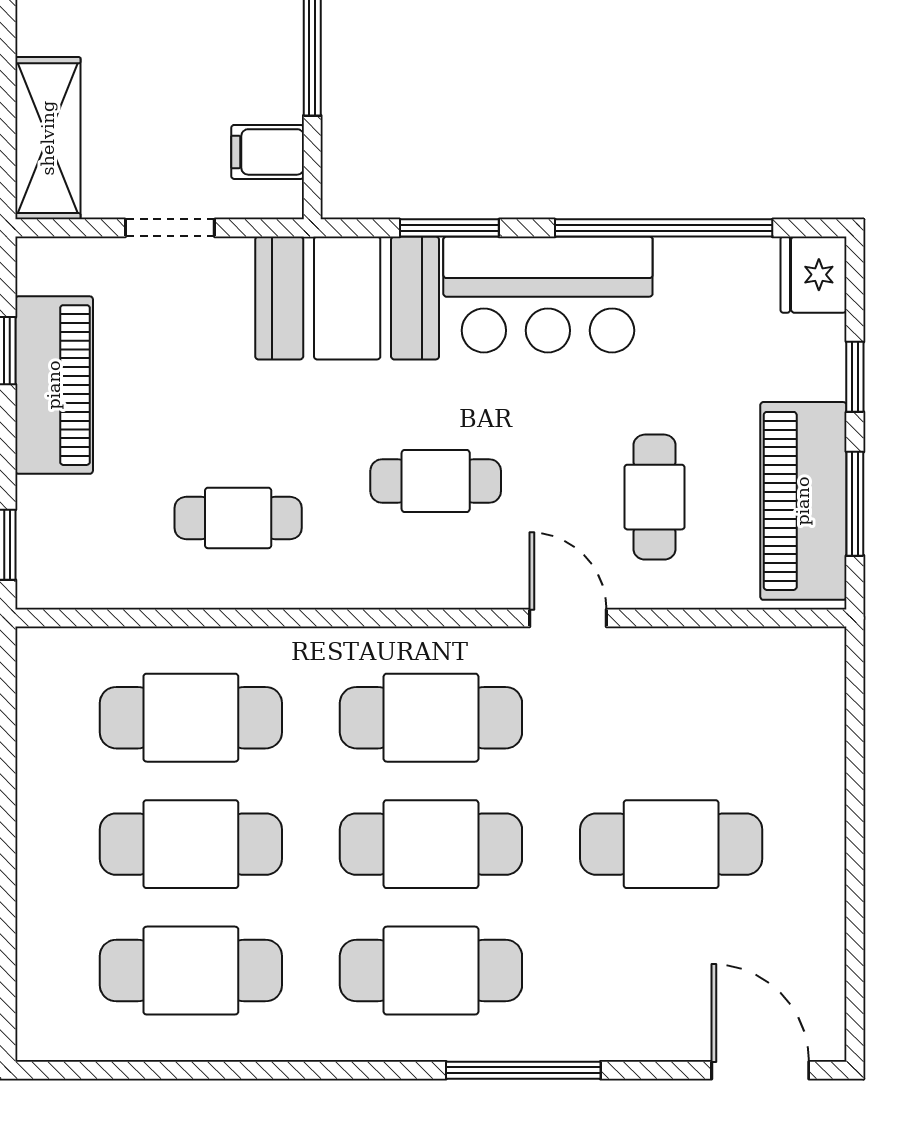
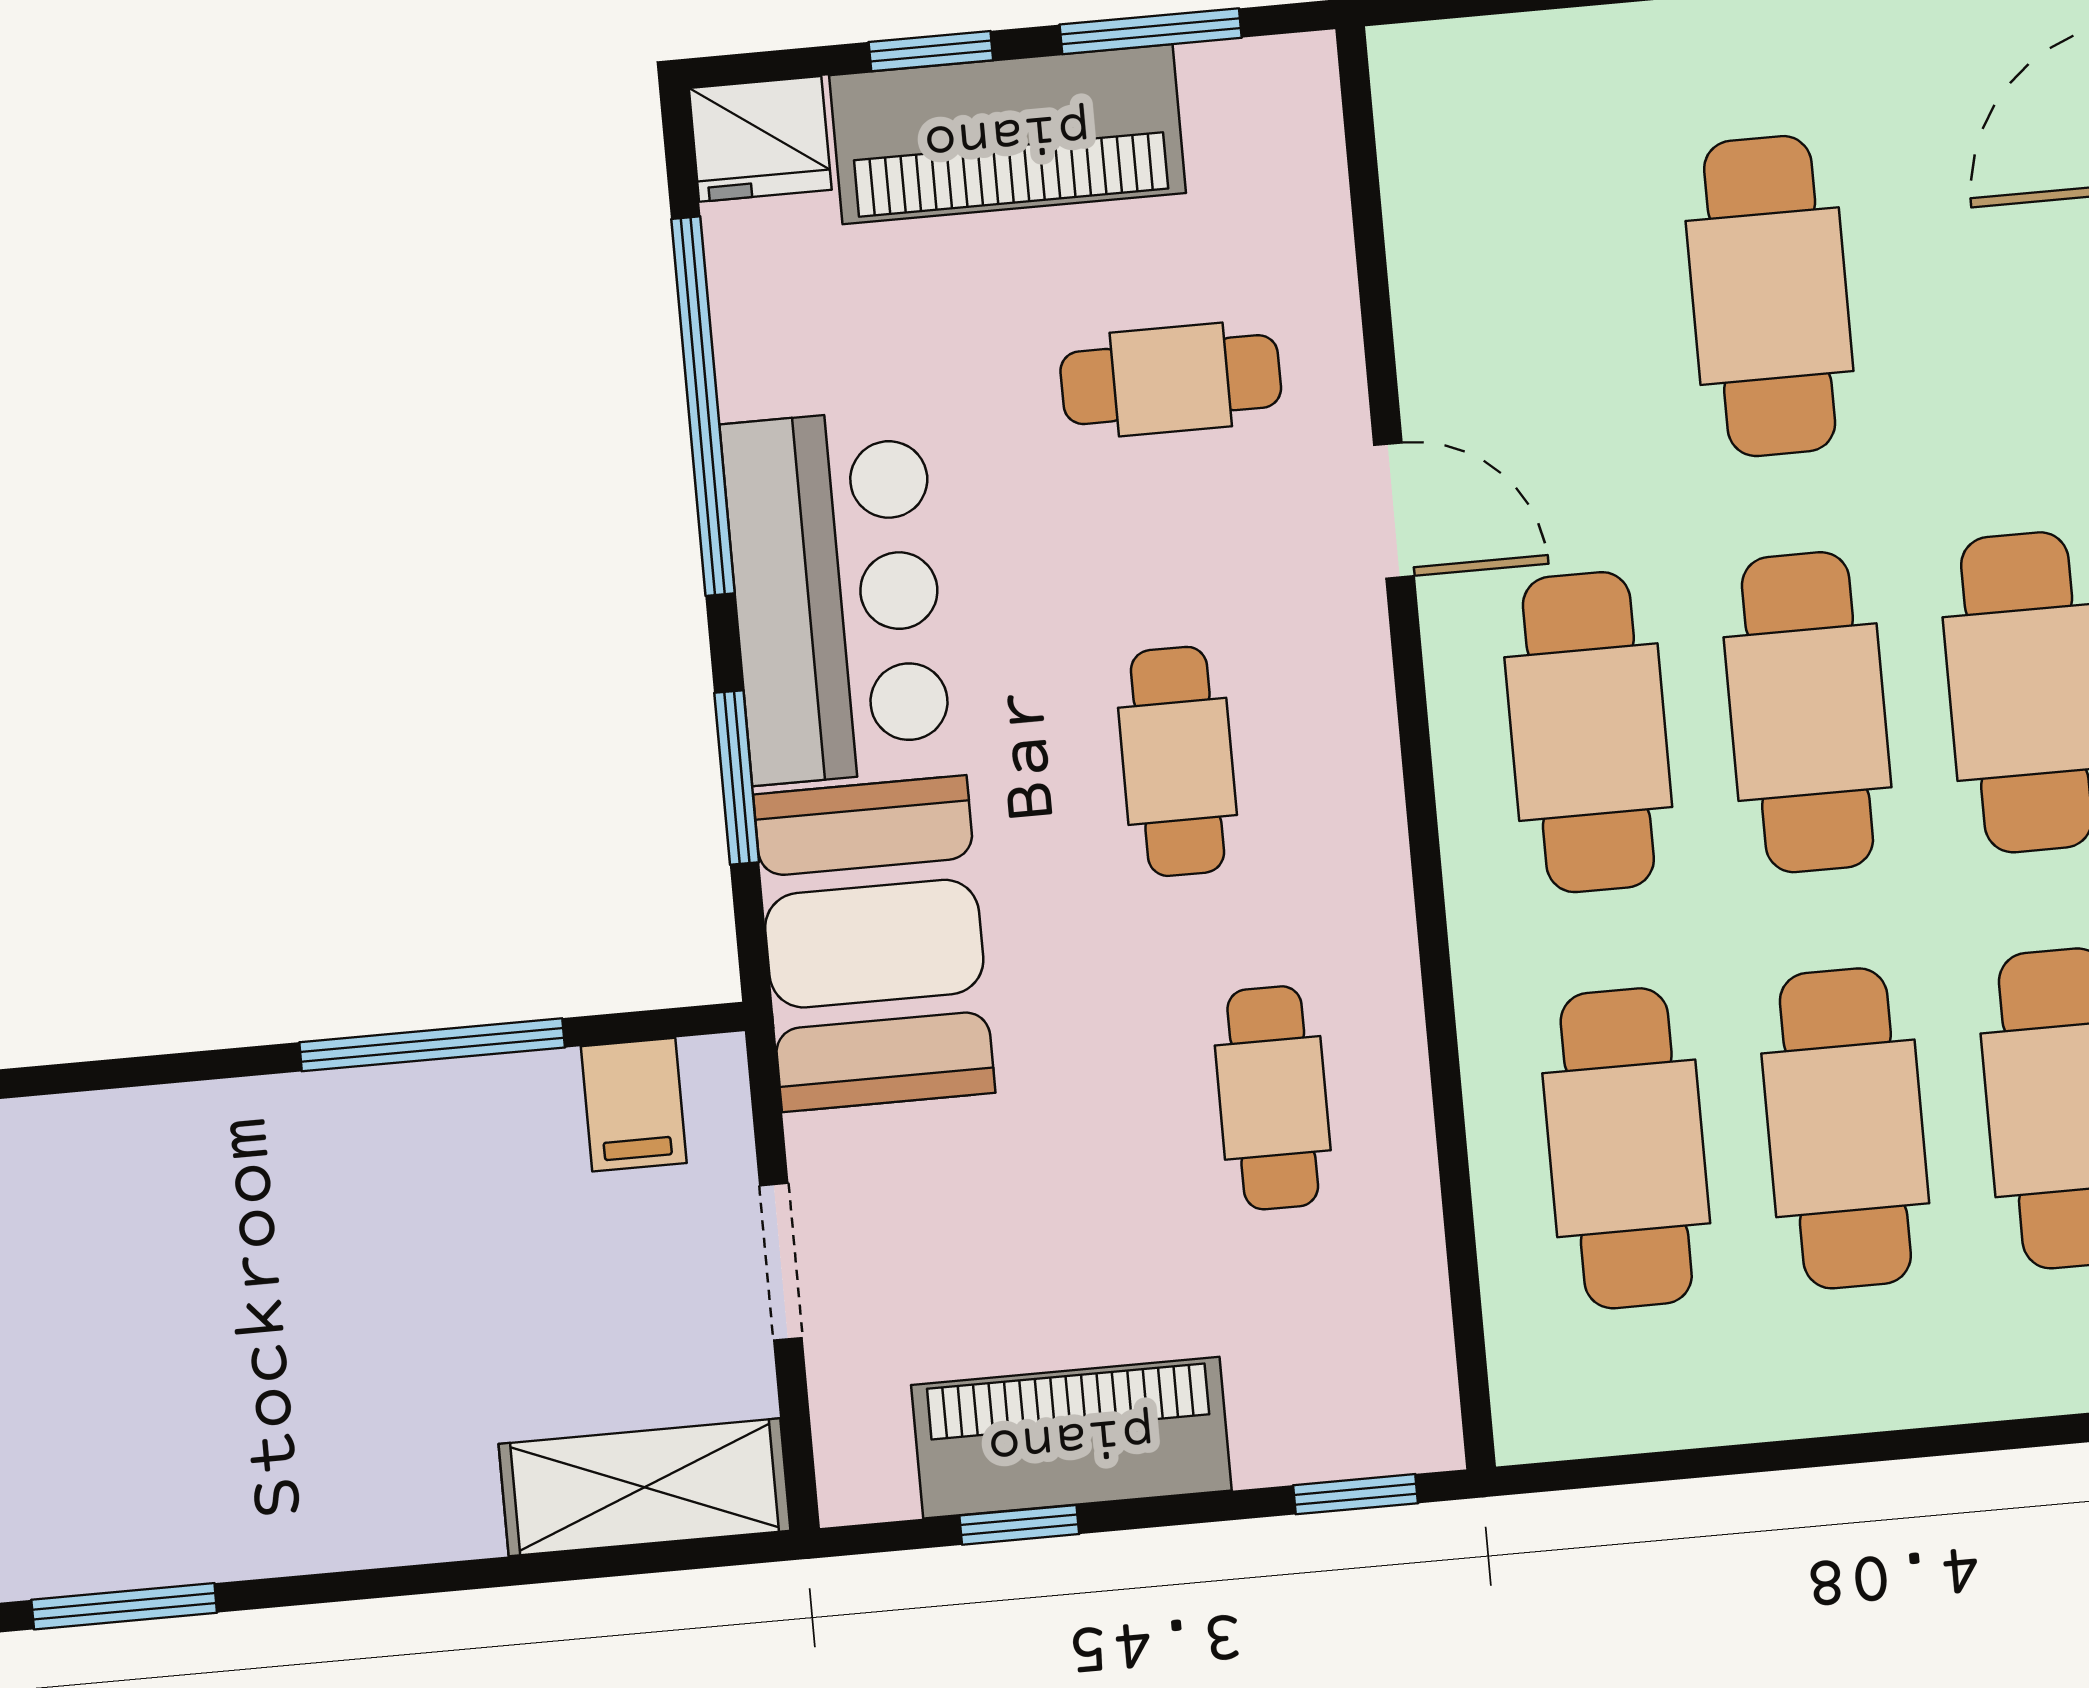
piano: (803, 501) -> (1007, 134), moved
door: (568, 618) -> (1394, 510), swing flipped

